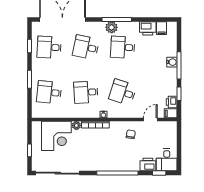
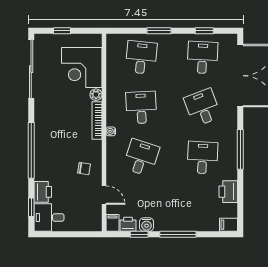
plant: (112, 27) -> (230, 142), removed
filing cabinet: (162, 28) -> (229, 225), moved
desk: (86, 47) -> (202, 108), turned -33
water cooler: (172, 62) -> (146, 225), moved

